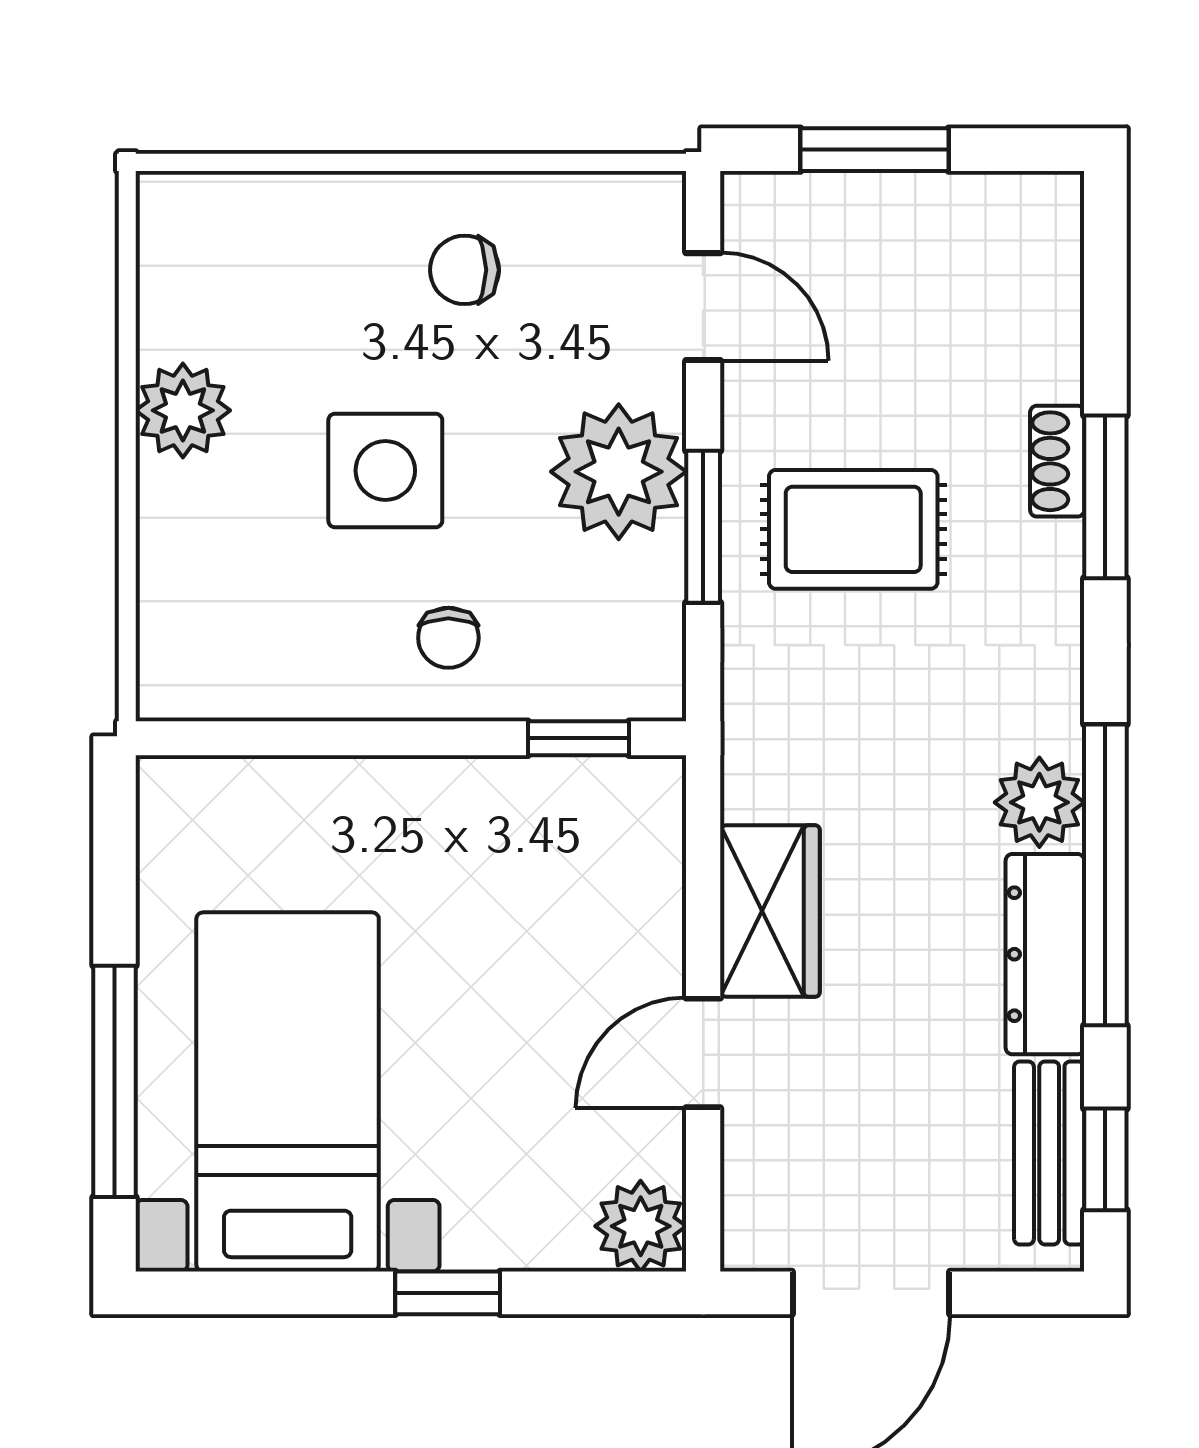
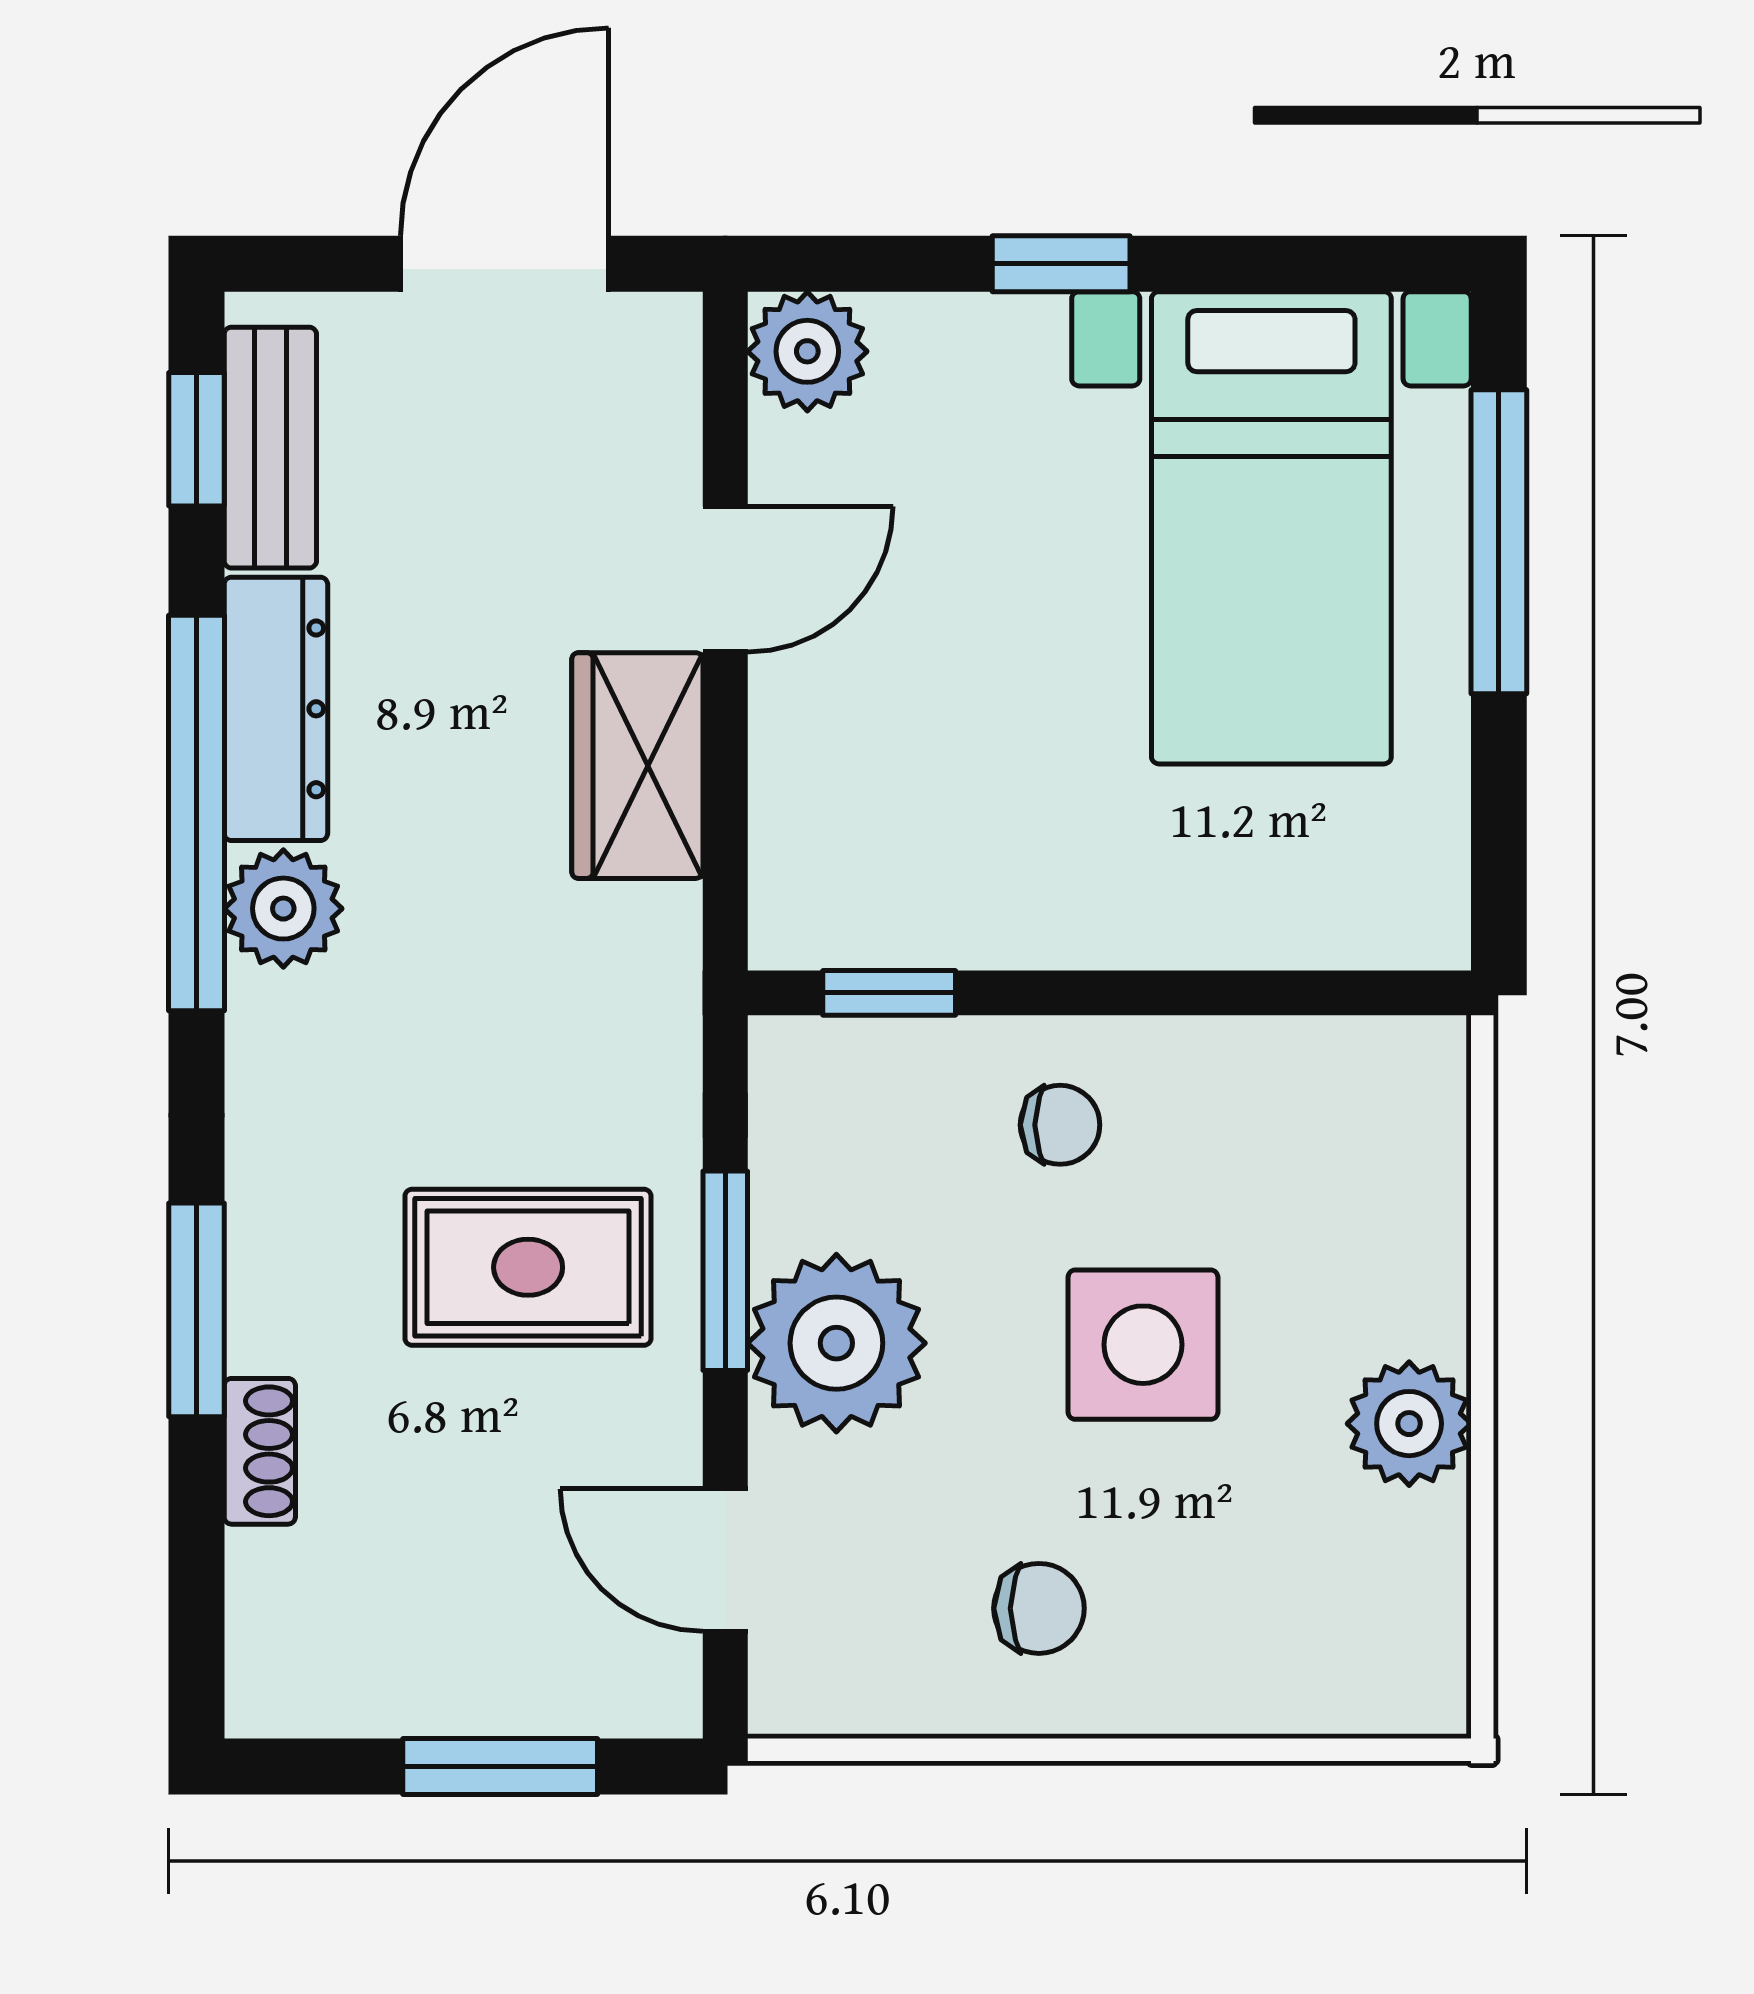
shoe rack: (1057, 461) -> (260, 1451), moved
chair: (448, 638) -> (1060, 1125), turned 90

